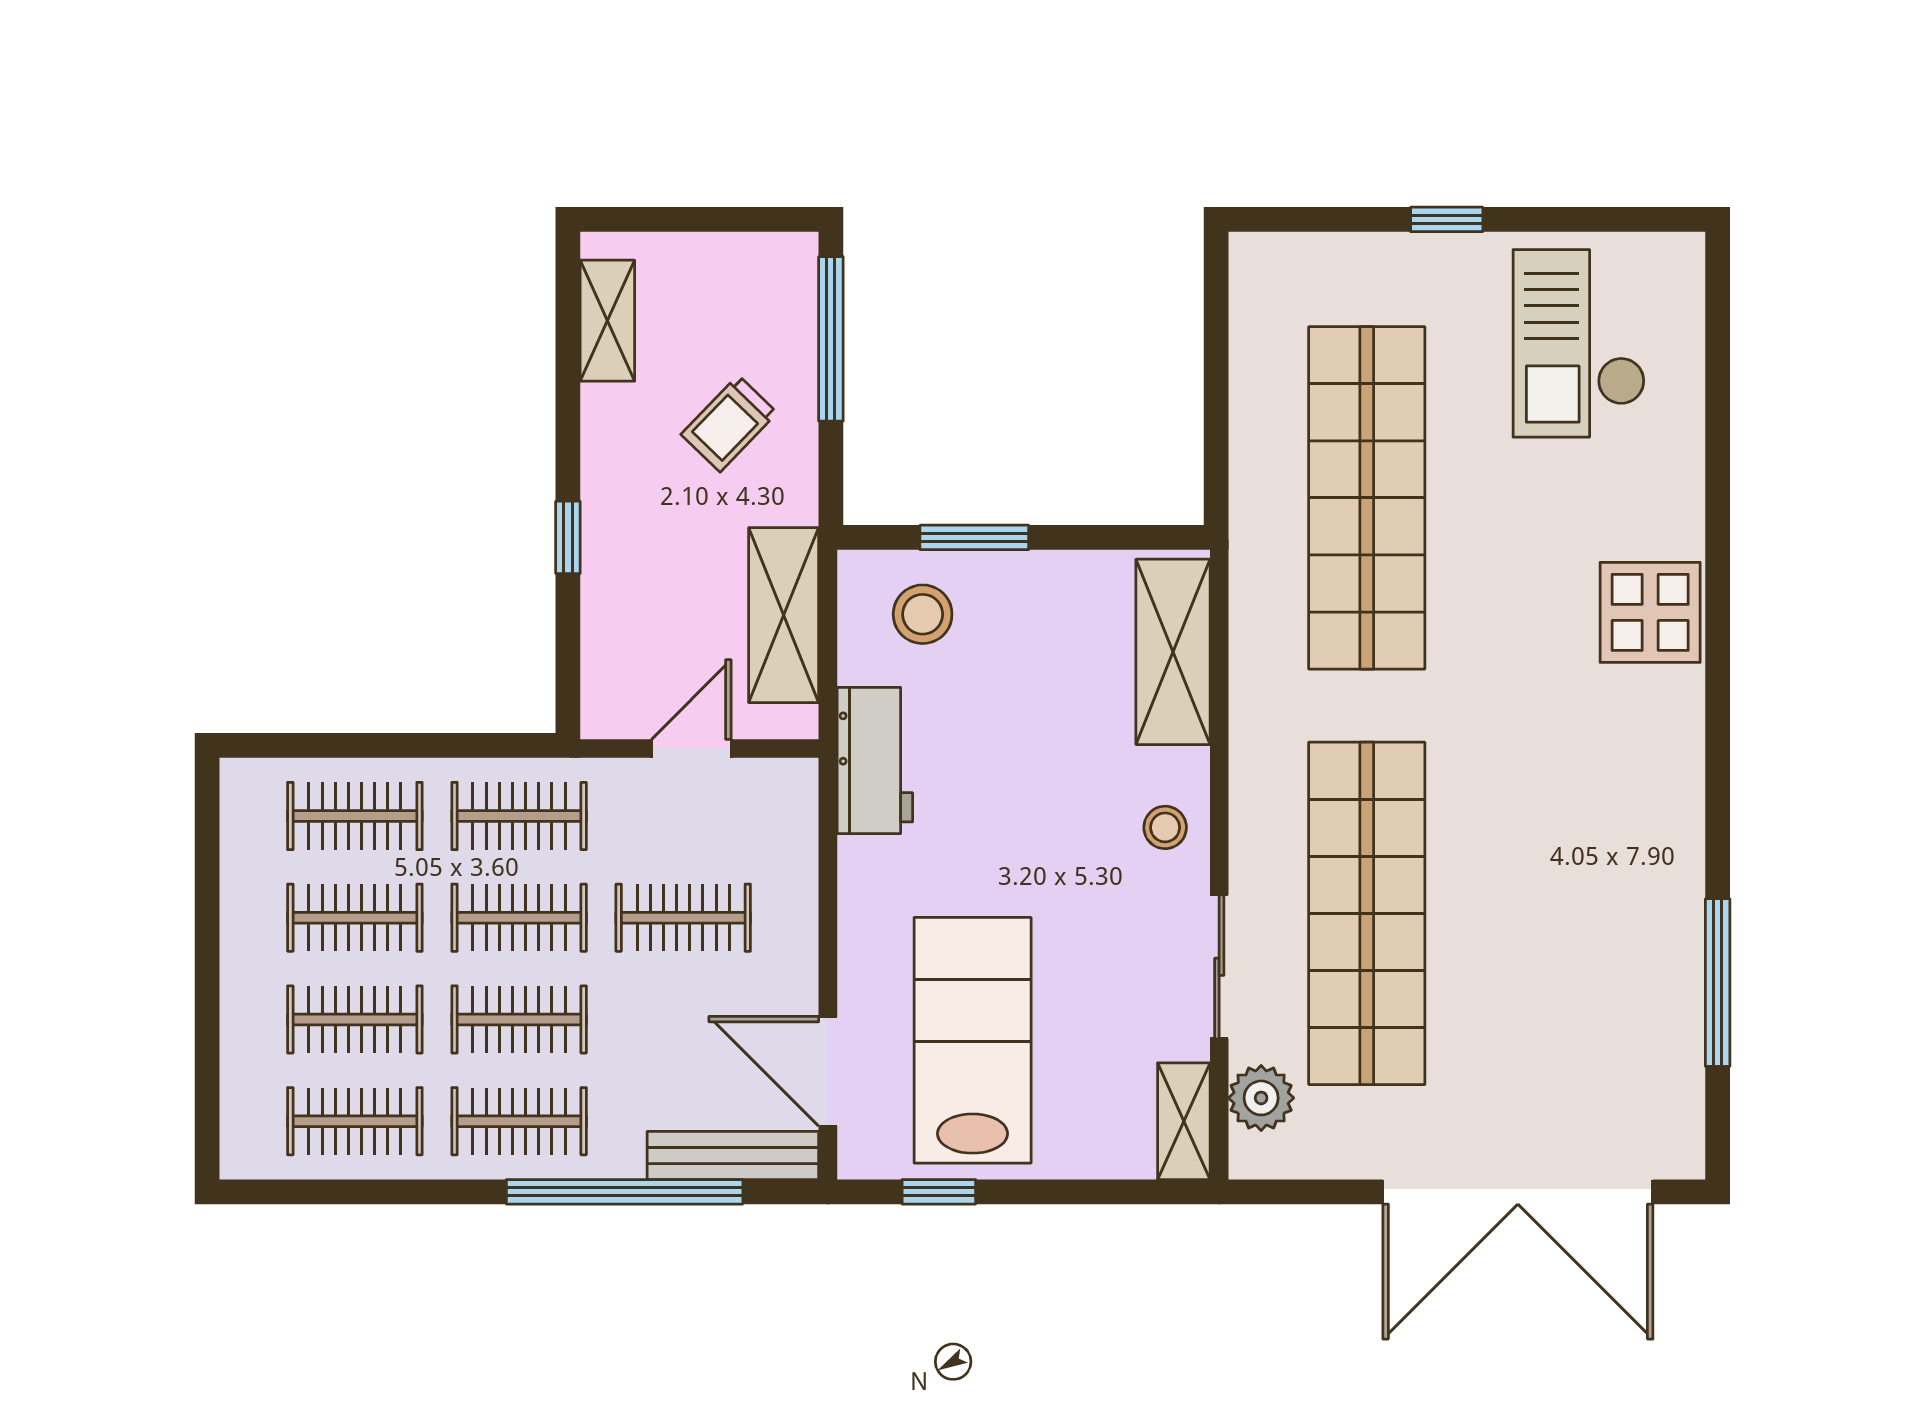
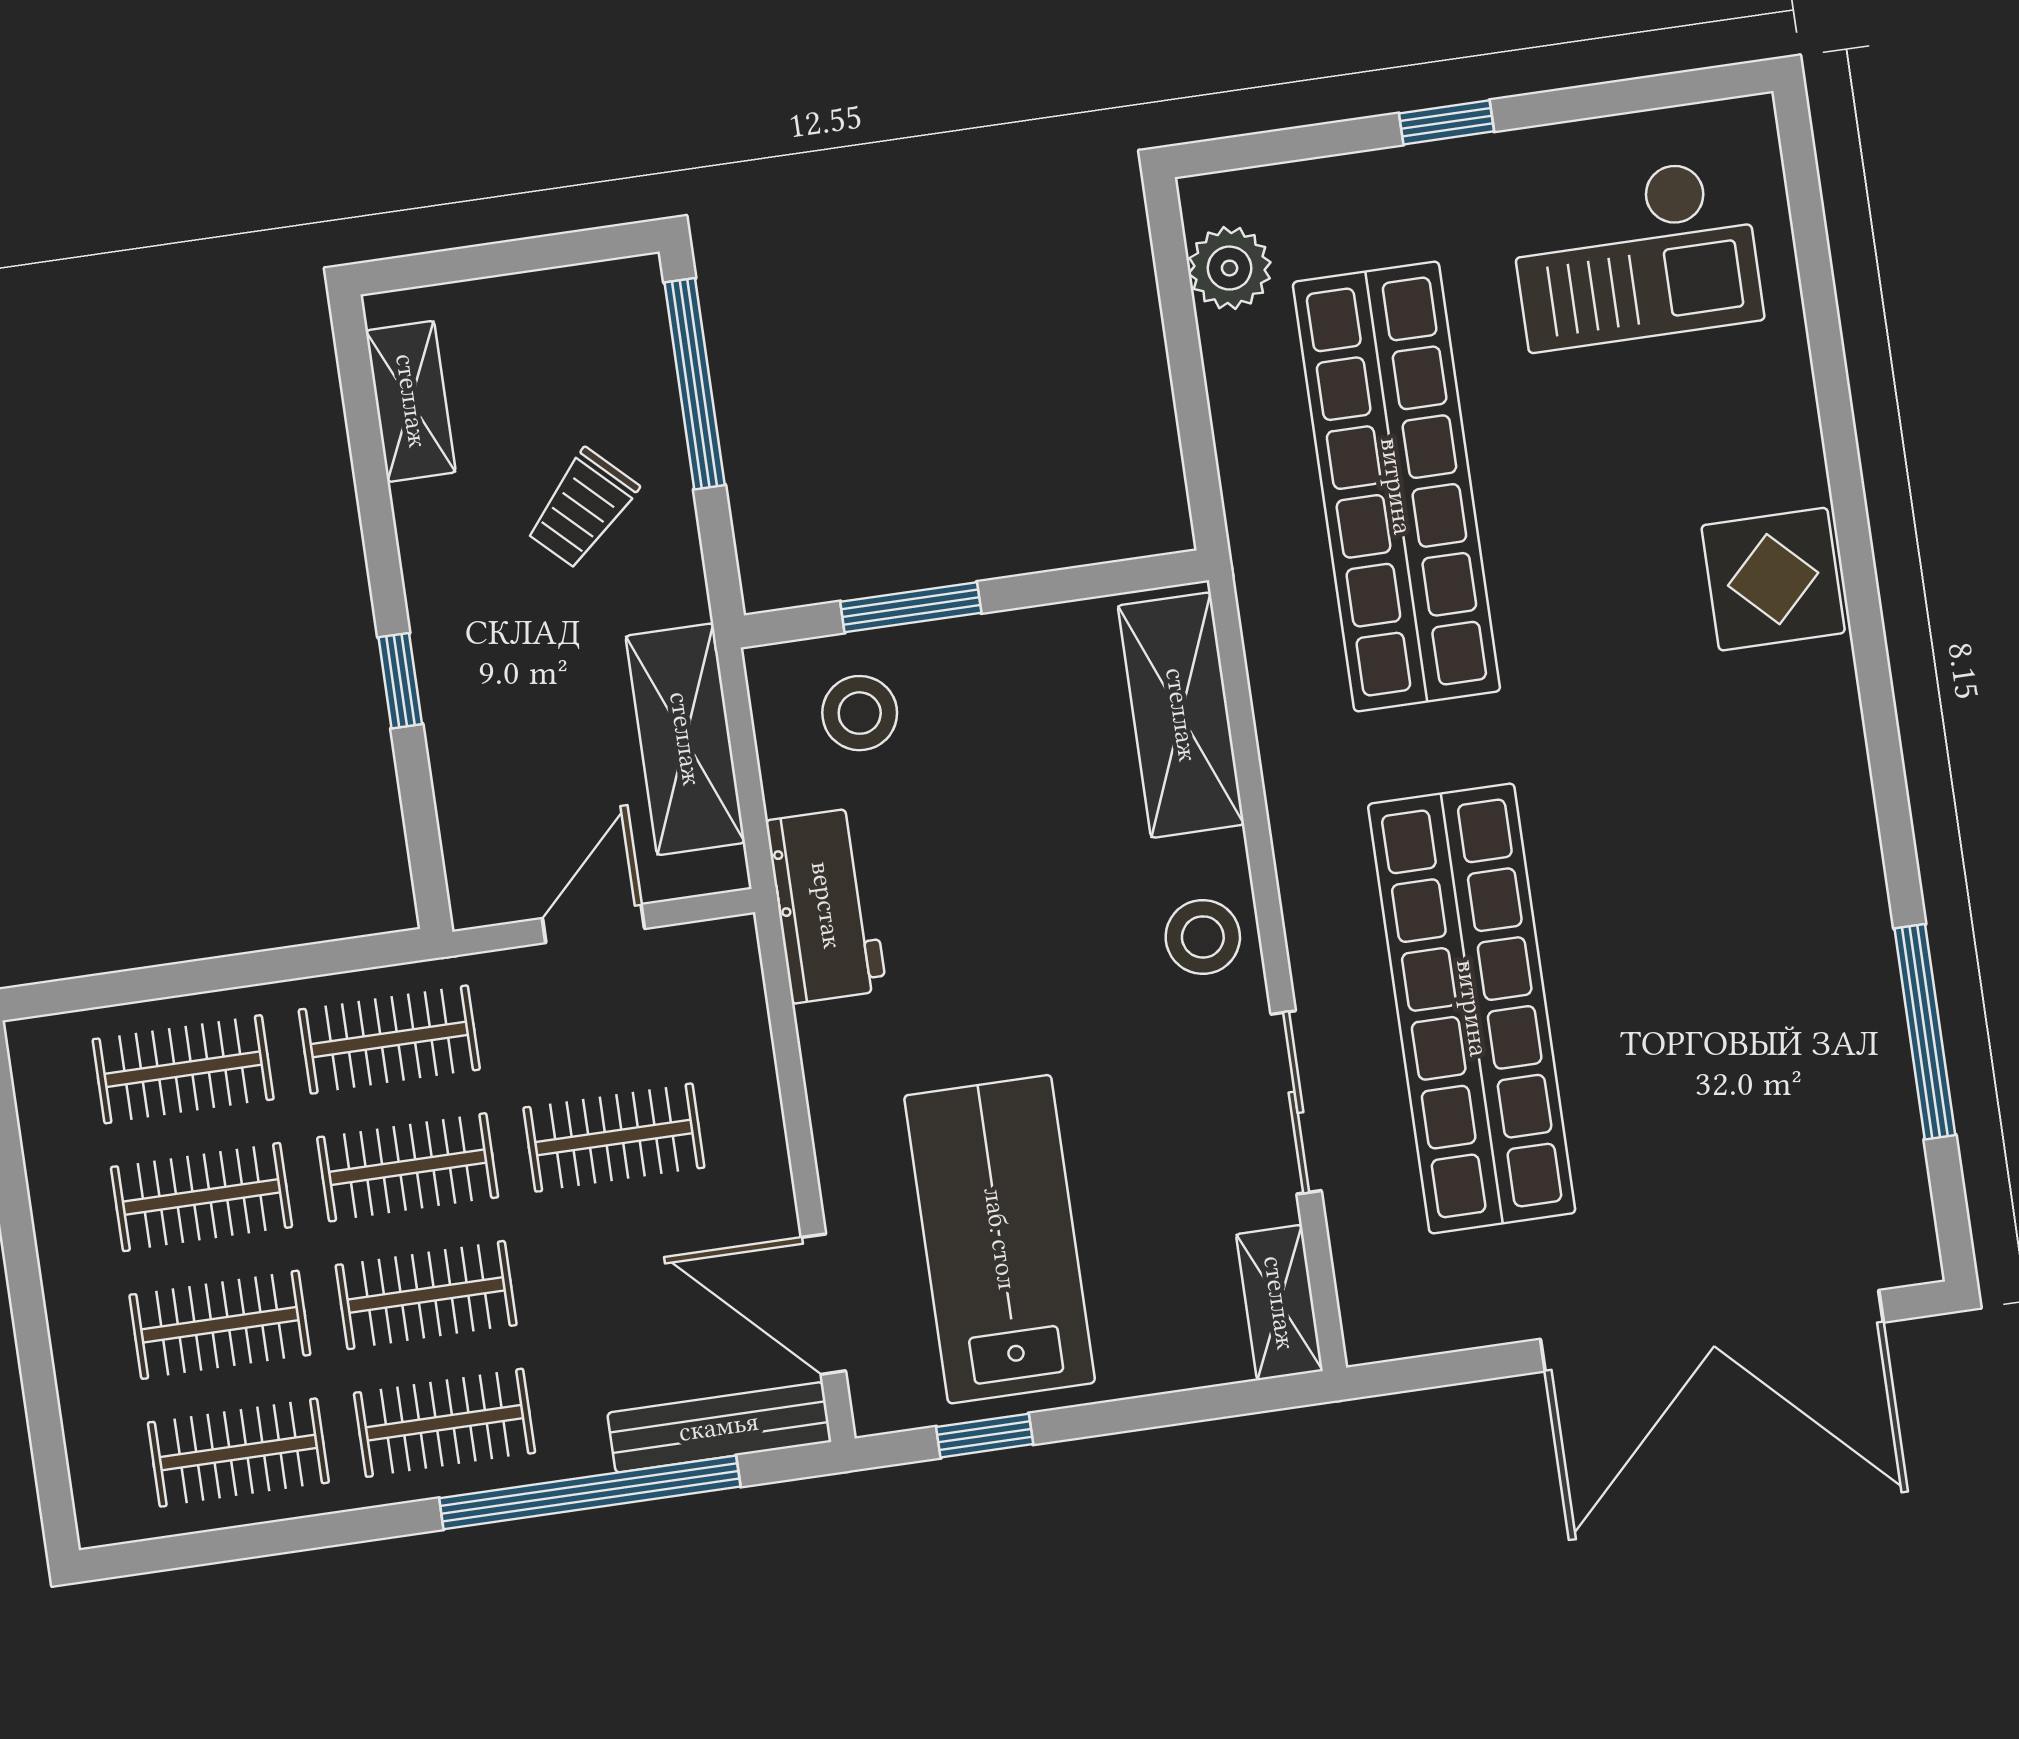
checkout: (1579, 343) -> (1635, 254), turned -90
stool: (1165, 827) -> (1203, 937), width x1.37, depth x1.37
plant: (1261, 1098) -> (1230, 268), moved

